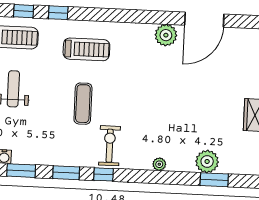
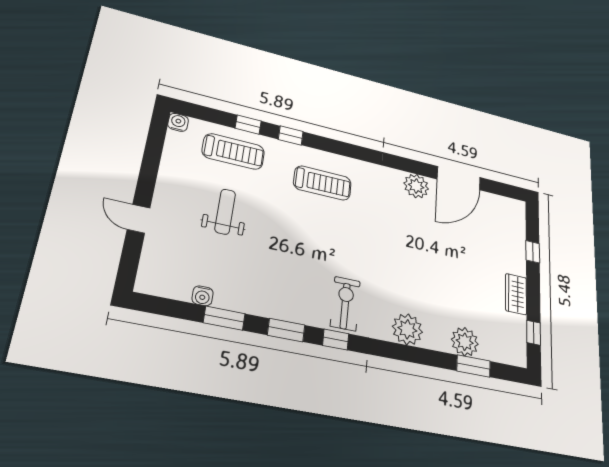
exercise mat: (83, 104) -> (314, 246), removed
plant: (159, 164) -> (407, 329), width x1.88, depth x1.88

